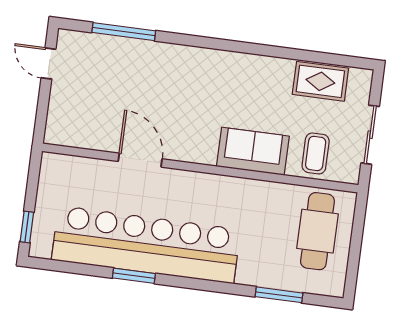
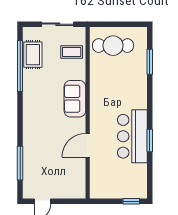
window: (302, 55) -> (20, 66), added
sofa: (253, 151) -> (75, 99), moved
bar counter: (146, 245) -> (132, 136), width x0.54

